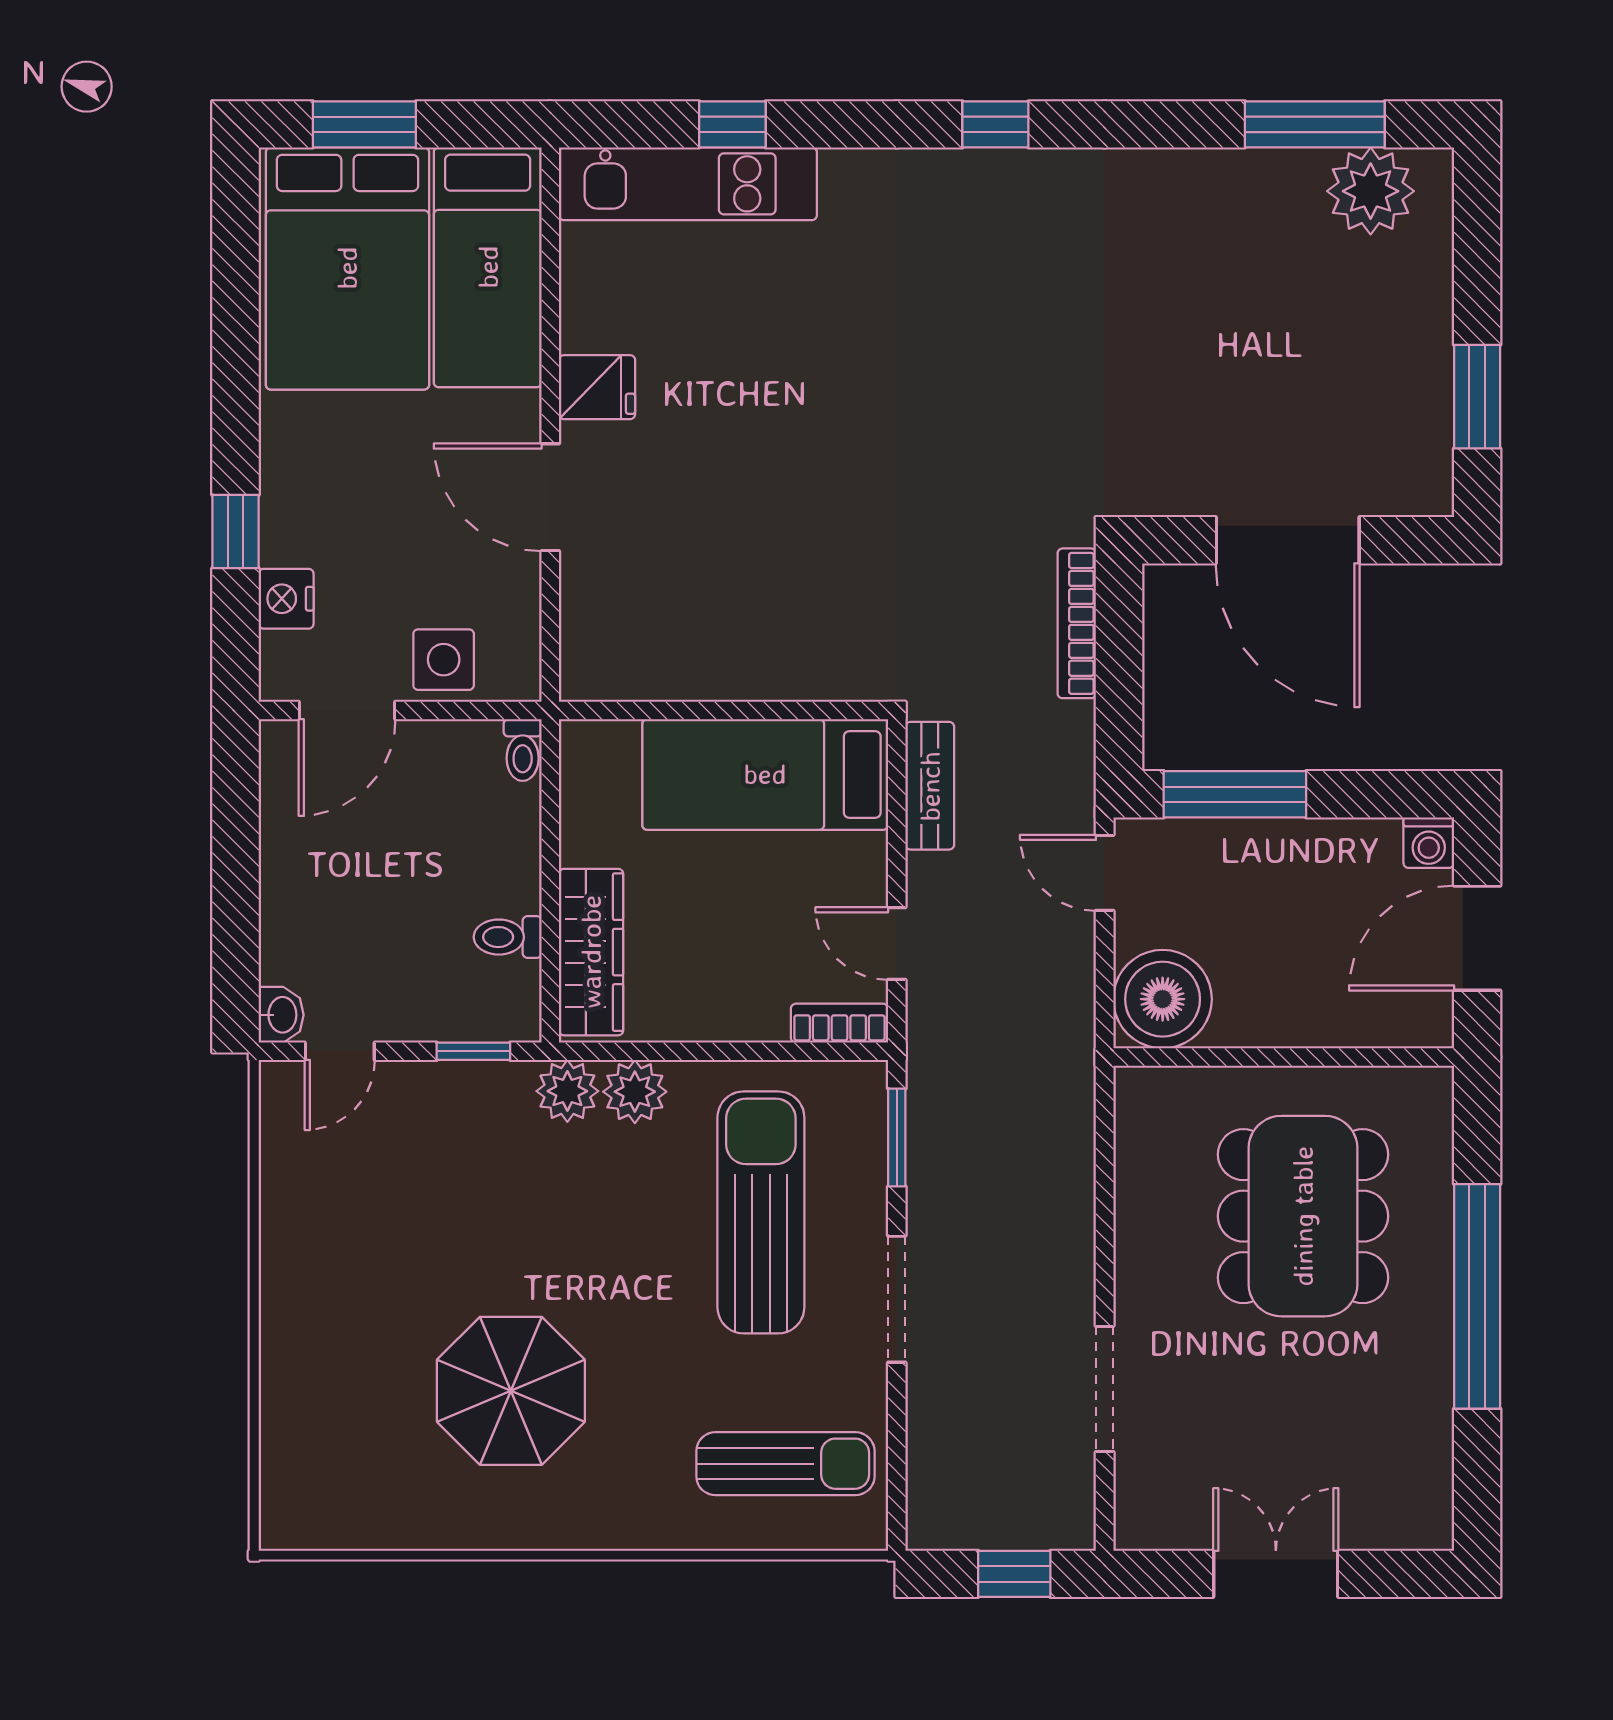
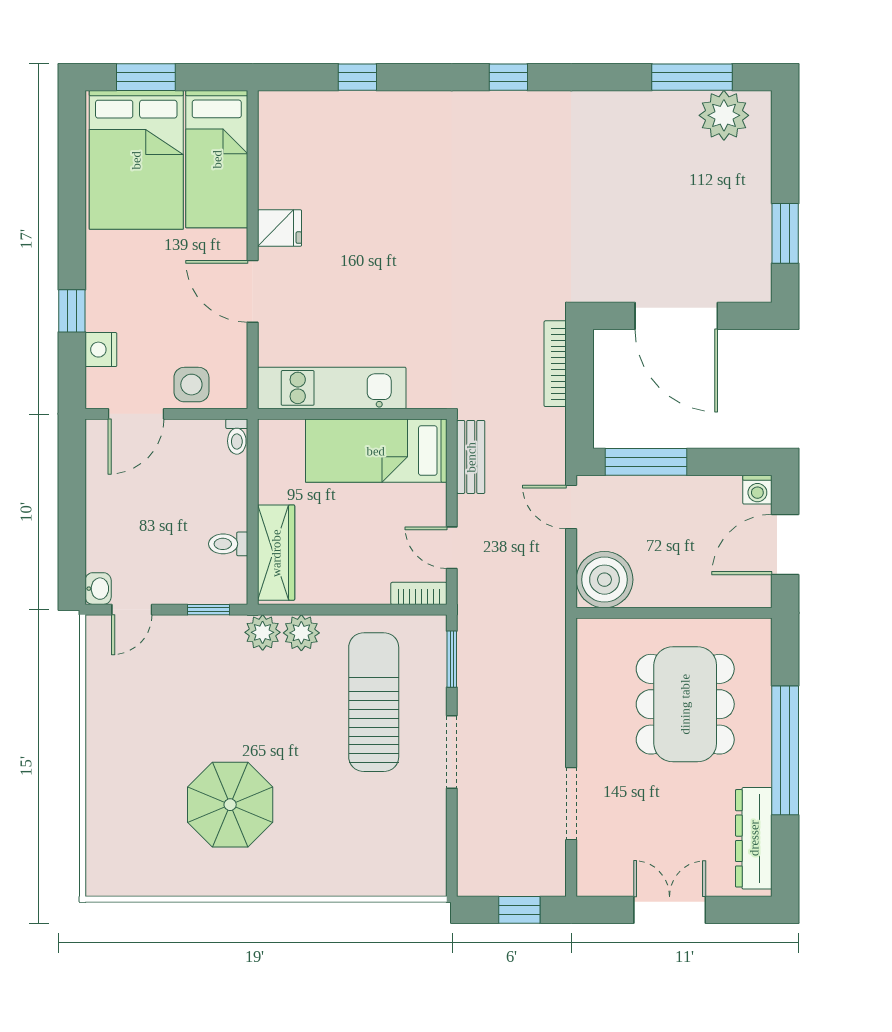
kitchen unit: (688, 184) -> (332, 388), moved, turned 180
dresser: (1422, 1449) -> (754, 838), added
sun lounger: (785, 1464) -> (388, 846), removed

